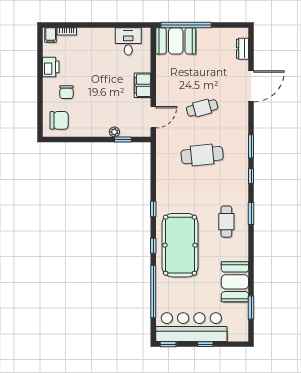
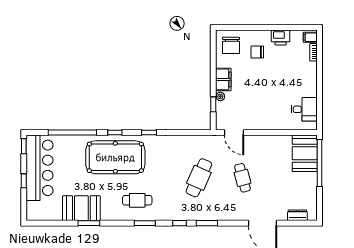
filing cabinet: (142, 85) -> (223, 79), moved, turned 90
cafe table: (202, 155) -> (199, 178), turned 30
window: (251, 308) -> (89, 223), moved

